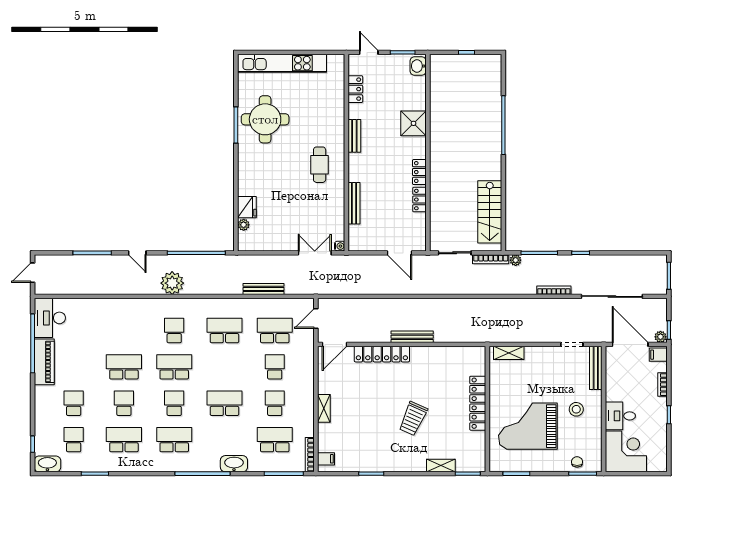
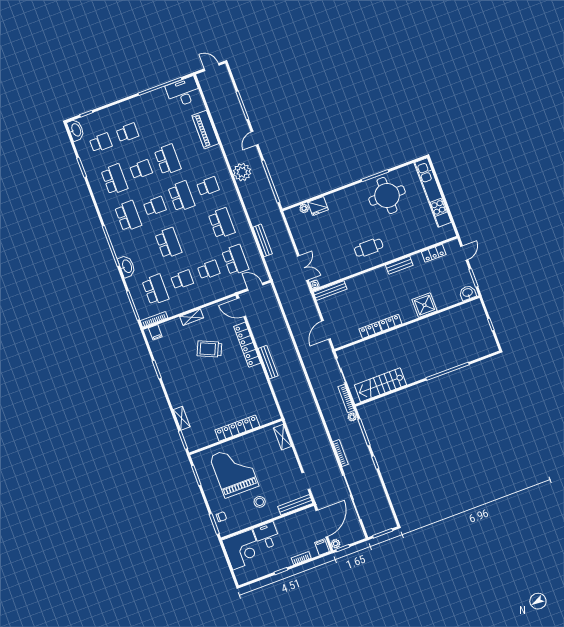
bench: (354, 203) -> (330, 291), moved
piano: (44, 362) -> (205, 130), moved, turned 90
trolley: (413, 419) -> (209, 349), moved

